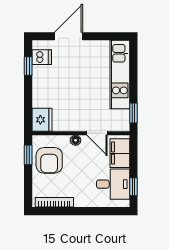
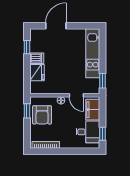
dishwasher: (42, 57) -> (37, 58), moved
fridge: (42, 120) -> (37, 73), moved

